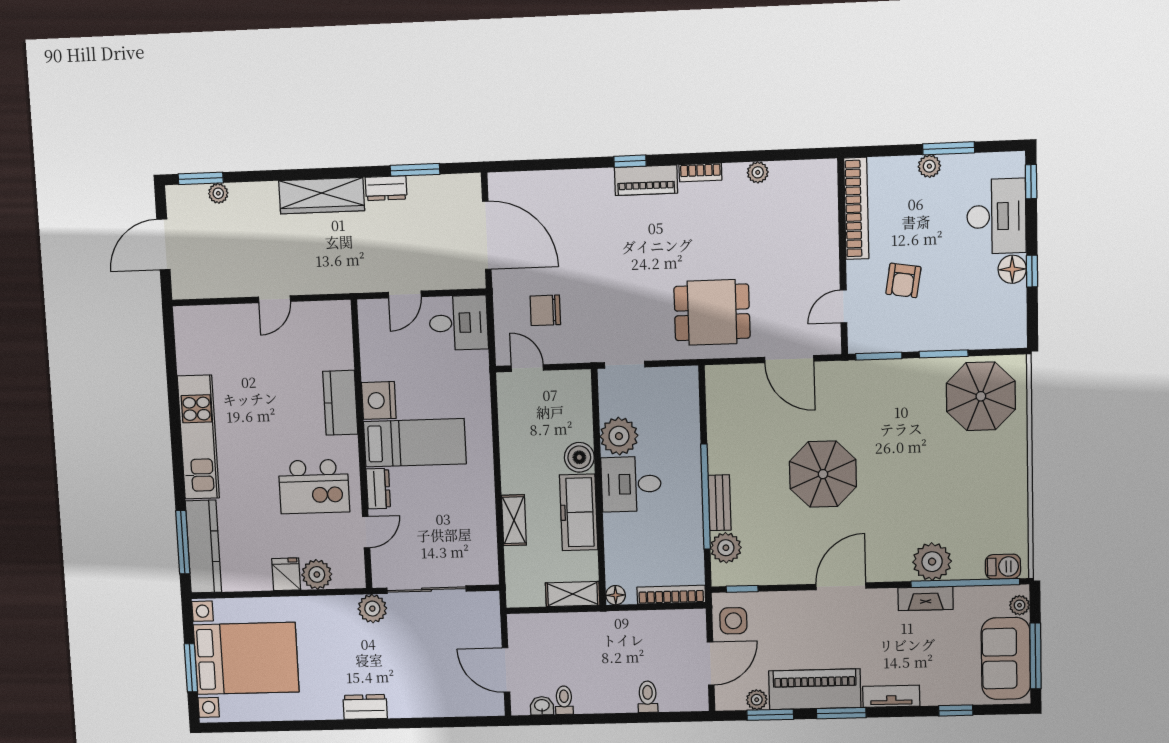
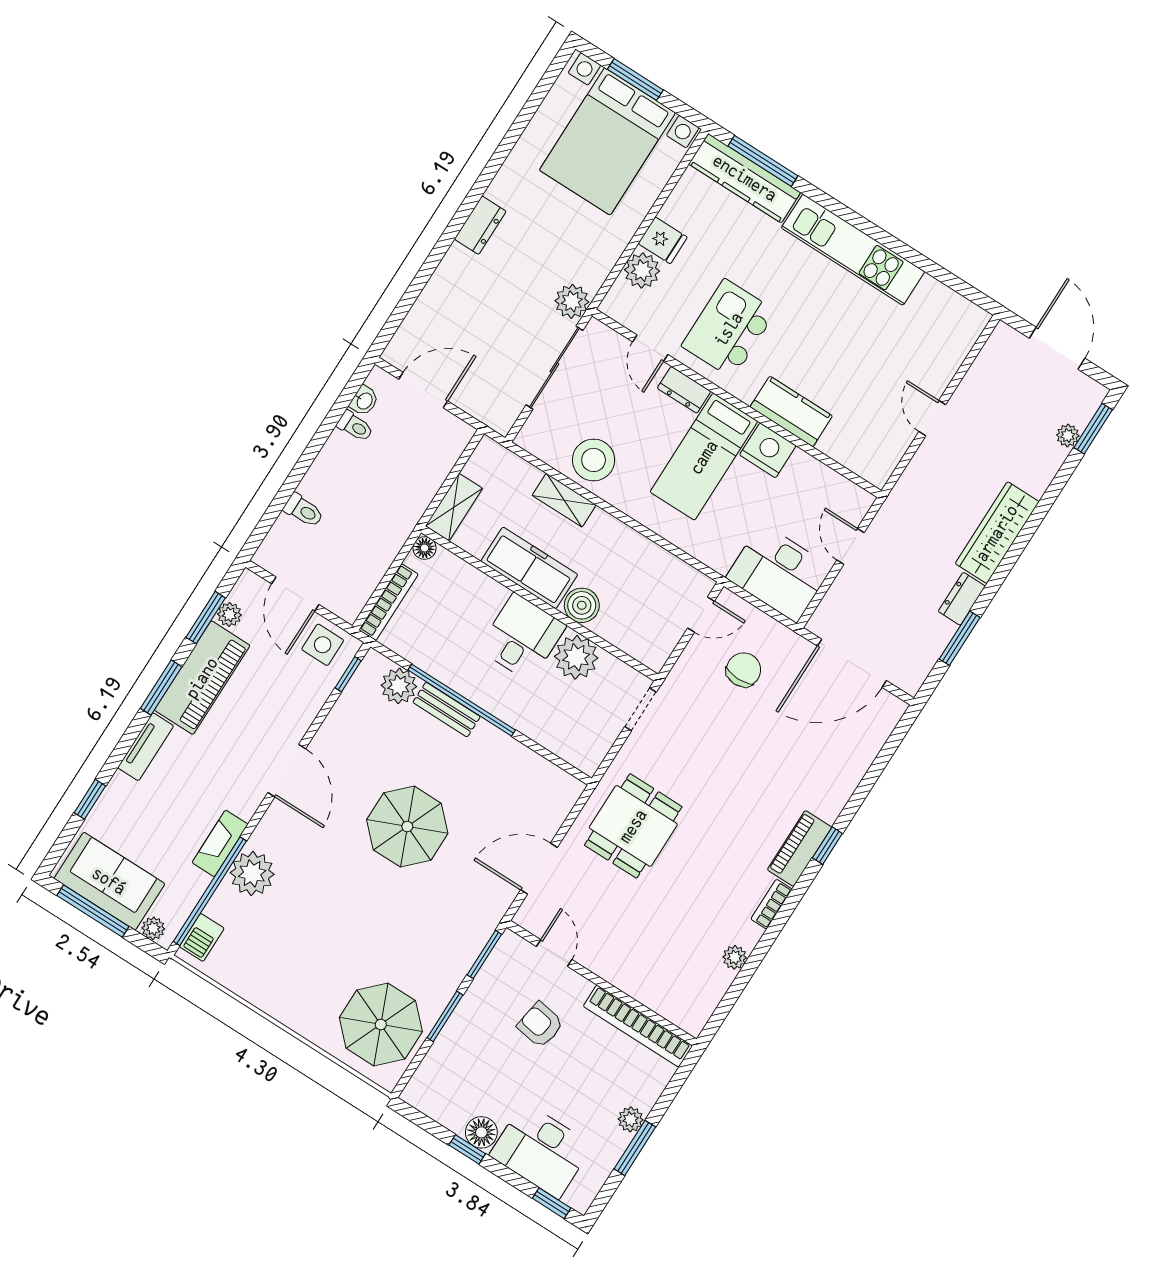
desk: (459, 323) -> (779, 573), width x1.37
stool: (471, 519) -> (594, 460), added

